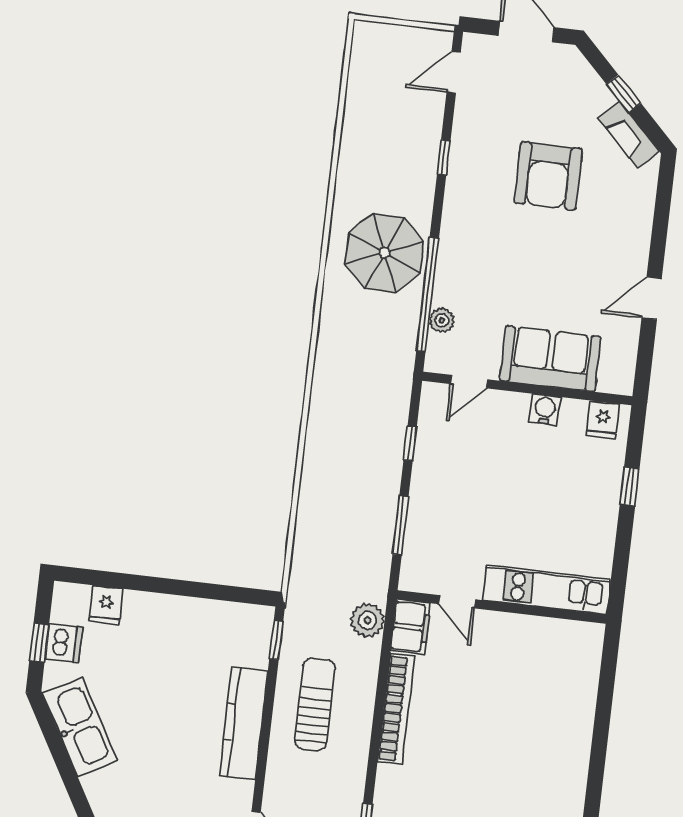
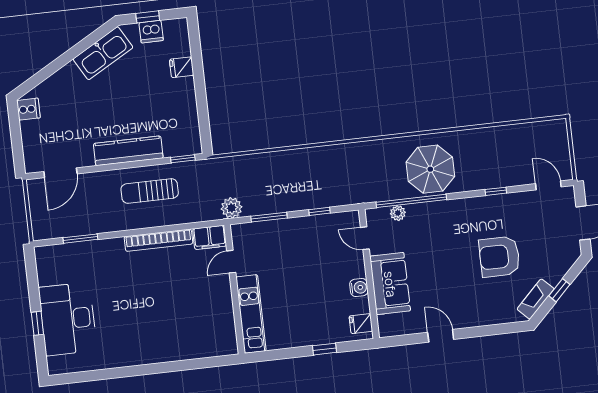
fridge: (106, 605) -> (182, 67), moved
plant: (367, 620) -> (232, 208), moved
sun lounger: (315, 704) -> (150, 191), turned 180

